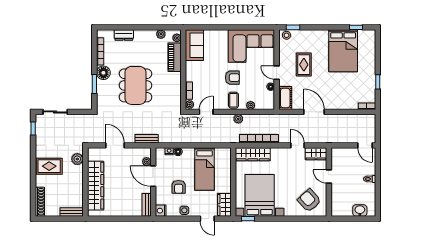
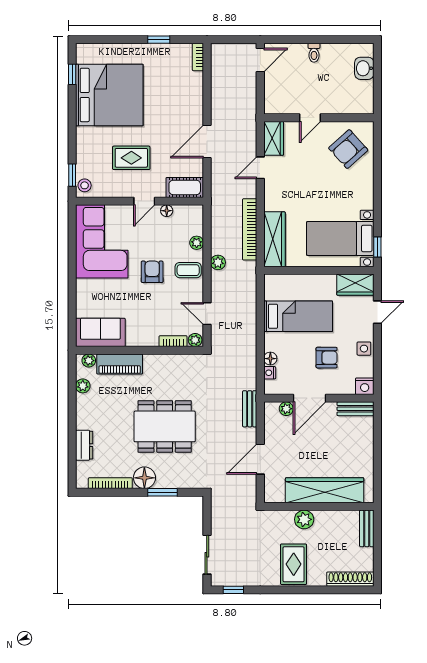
bed: (343, 51) -> (109, 95), width x1.36
plant: (77, 159) -> (304, 519), moved
bed with nightstands: (260, 195) -> (340, 238), width x0.73

